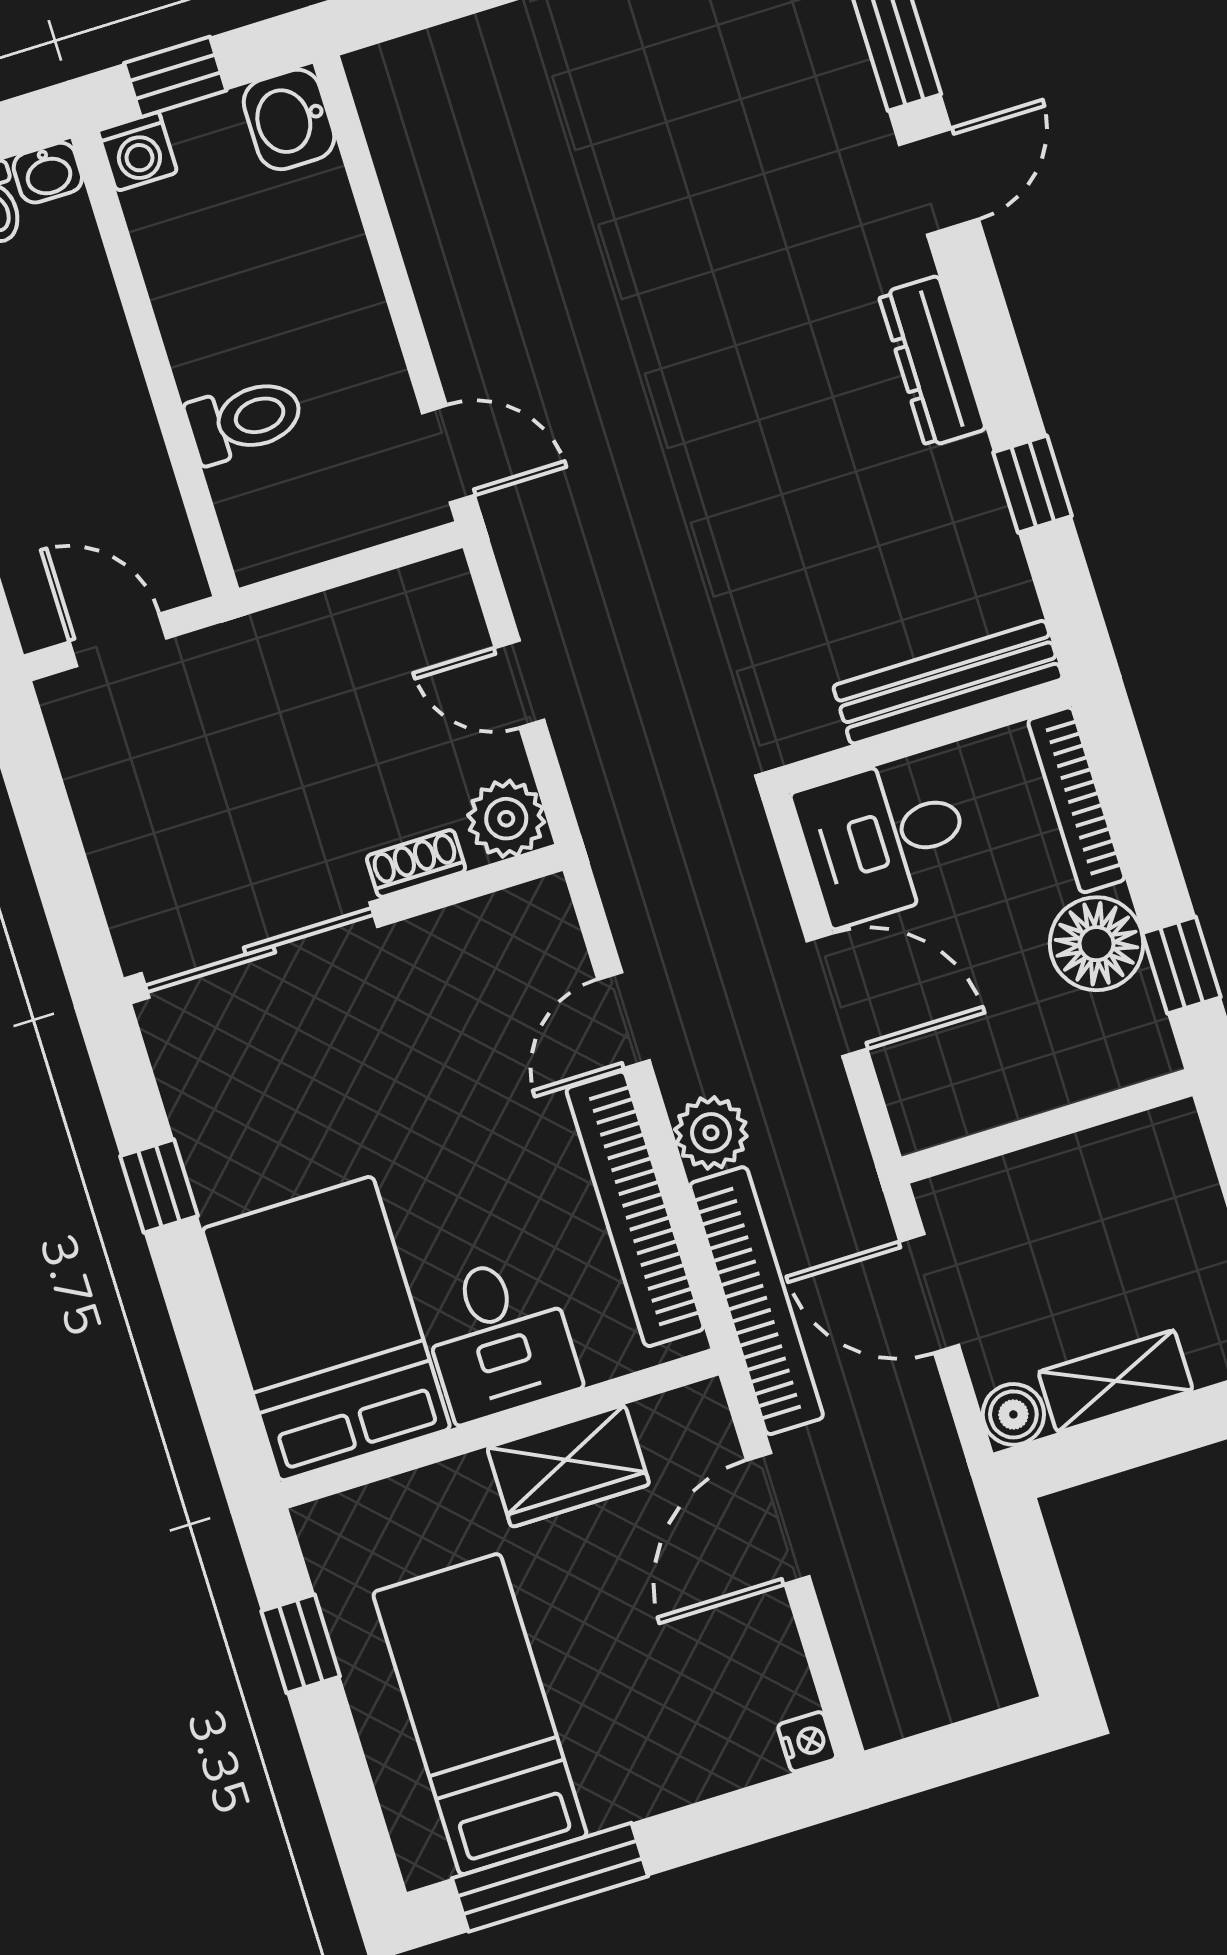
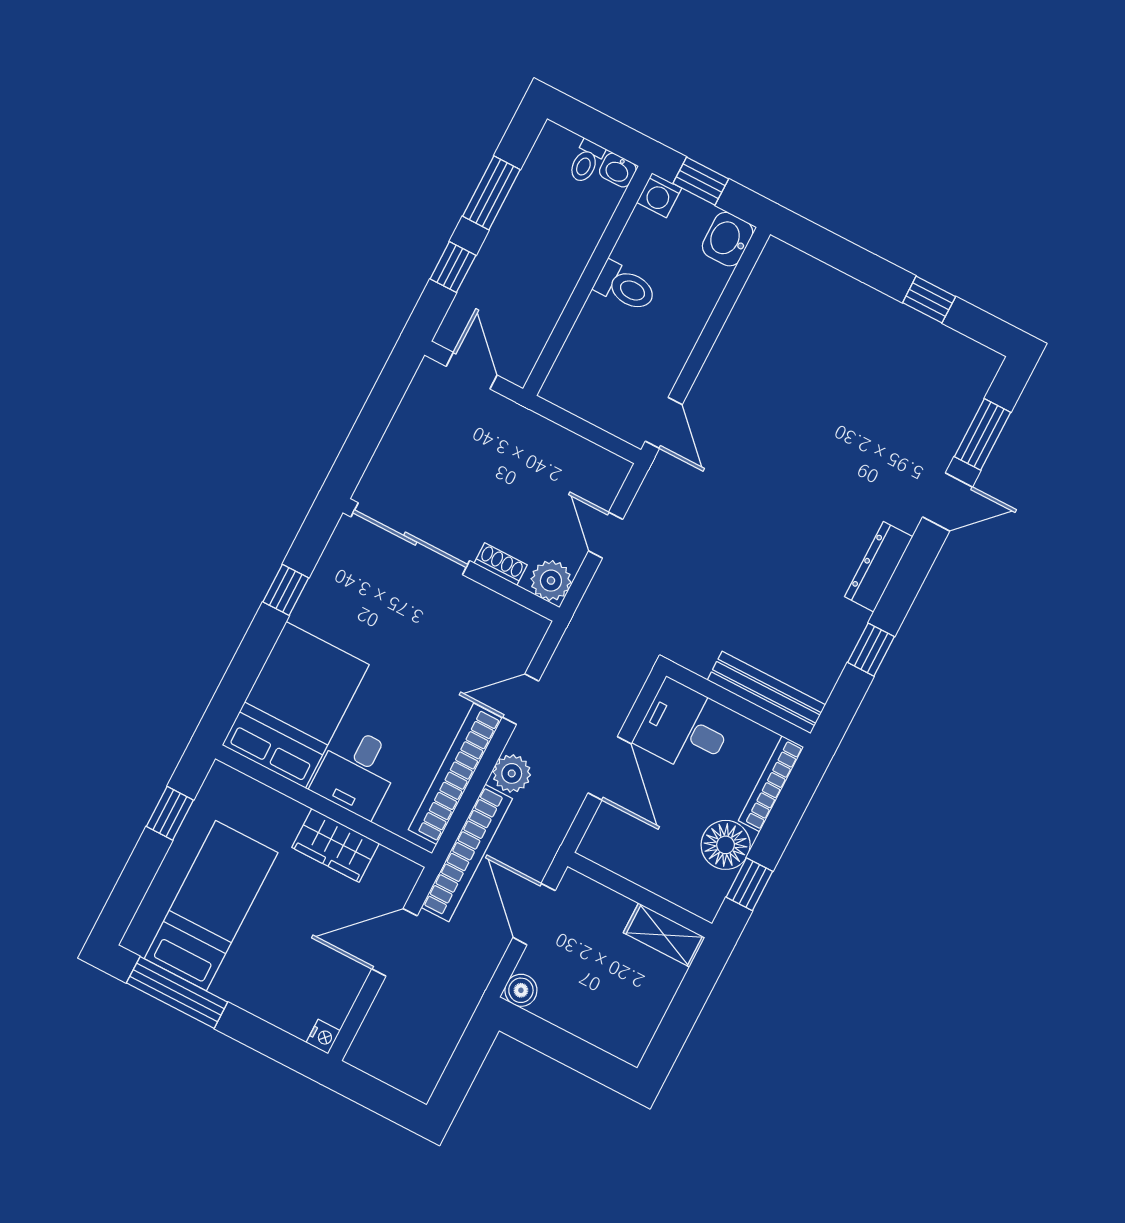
toilet: (245, 420) -> (625, 287), moved
shelving: (1116, 1381) -> (664, 935), moved

